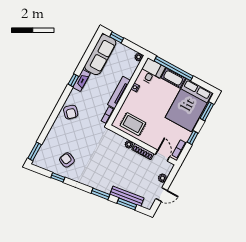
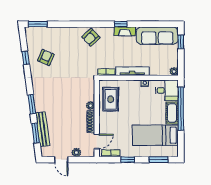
bed: (189, 105) -> (155, 135), width x0.67

